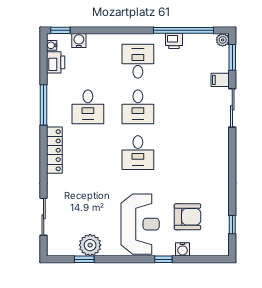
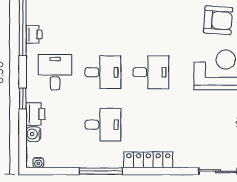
window: (60, 30) -> (23, 99), moved
desk: (138, 61) -> (55, 72), turned 90
printer: (56, 62) -> (35, 114), moved, turned 90
armchair: (188, 217) -> (218, 20), turned 94

